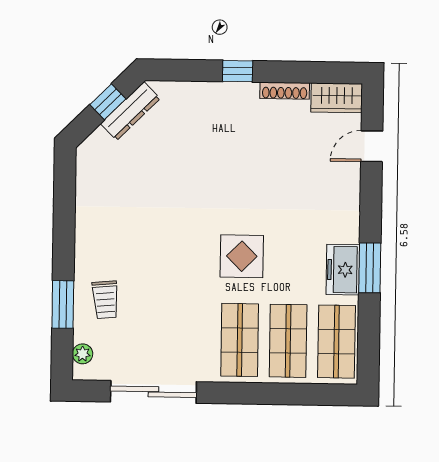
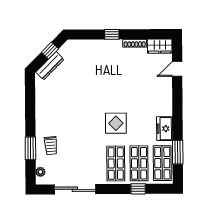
dresser: (130, 111) -> (50, 66), moved
window: (370, 268) -> (178, 152), moved
window: (285, 394) -> (138, 189), added

